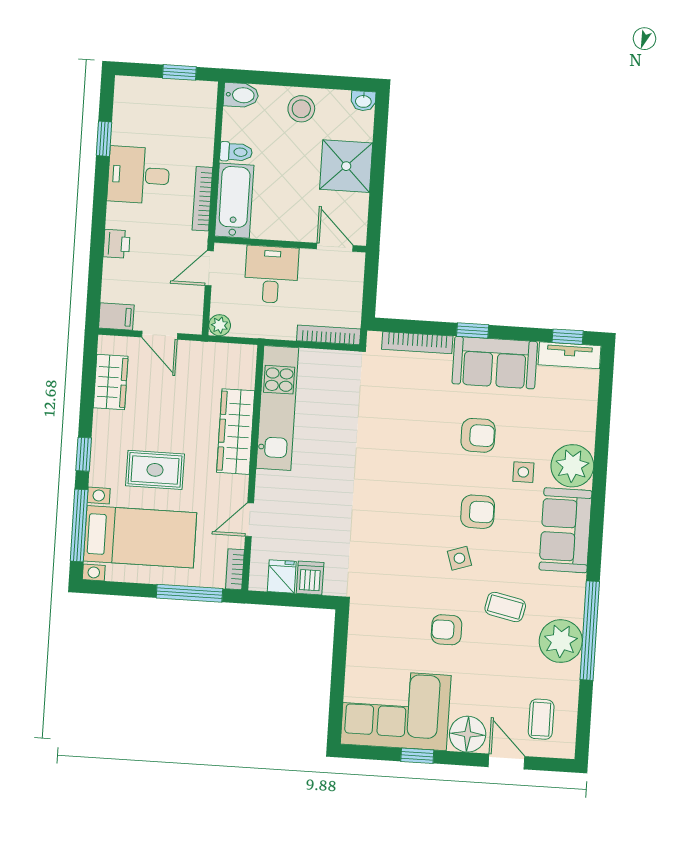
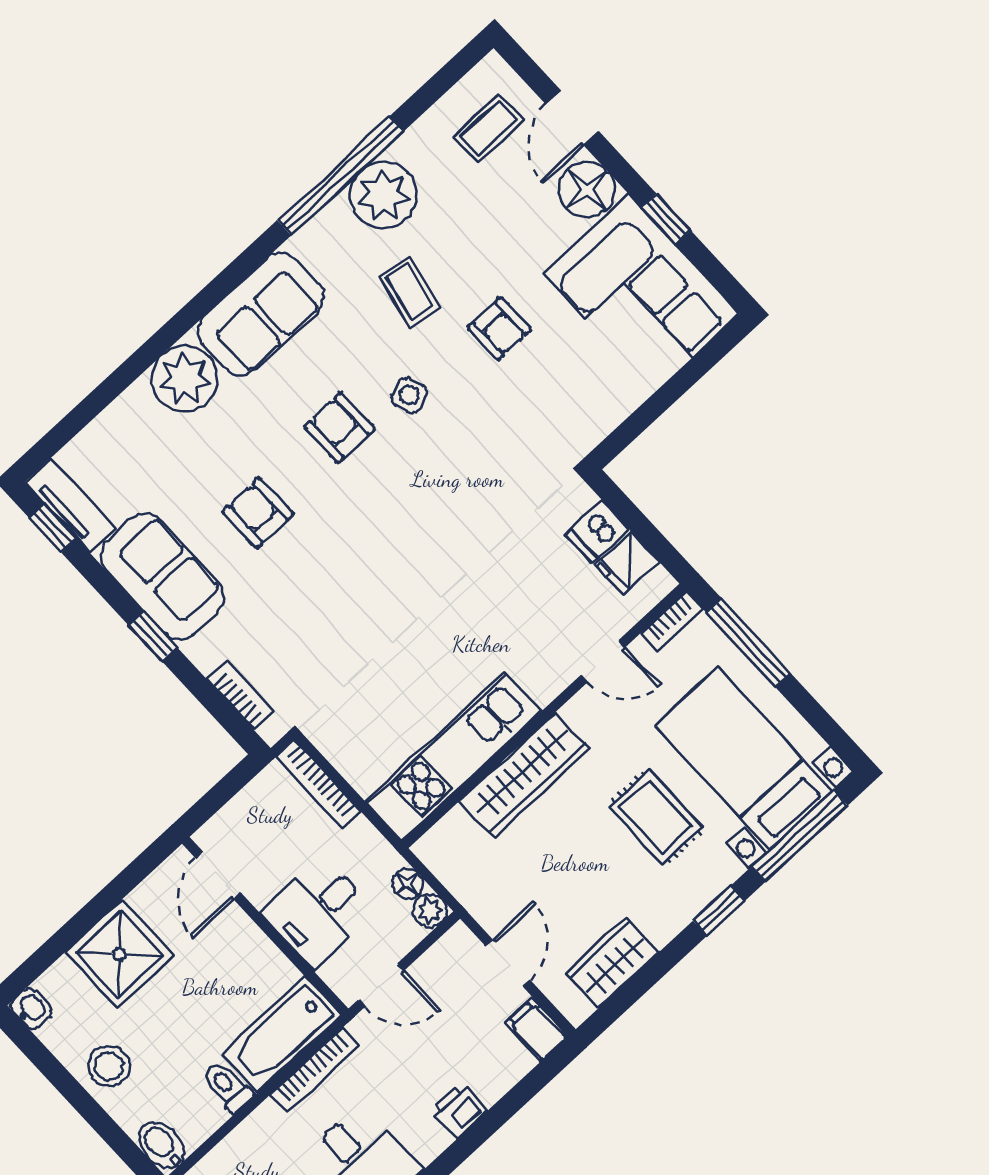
floor lamp: (242, 328) -> (407, 884), added
bookcase: (417, 343) -> (241, 695), width x0.64
side table: (523, 472) -> (246, 424), removed

